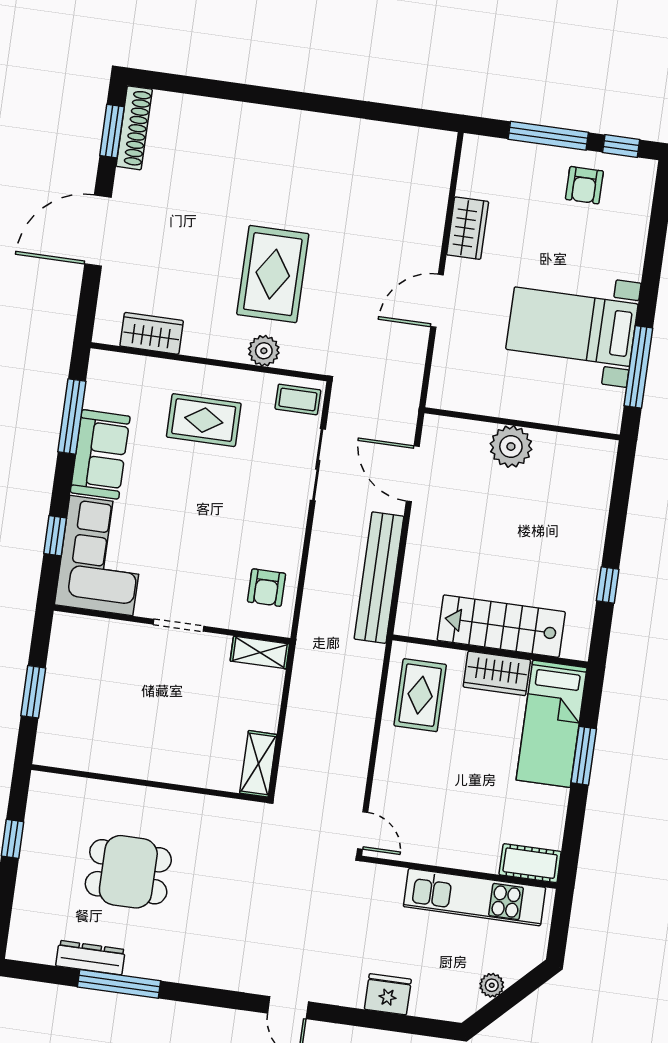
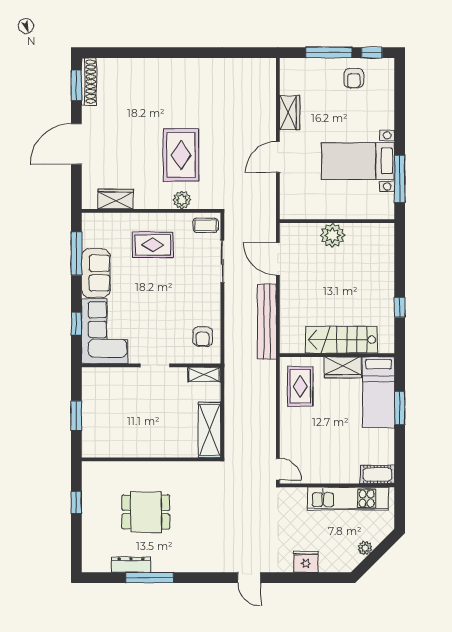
shelving: (258, 764) -> (209, 430), width x1.50, depth x1.33

